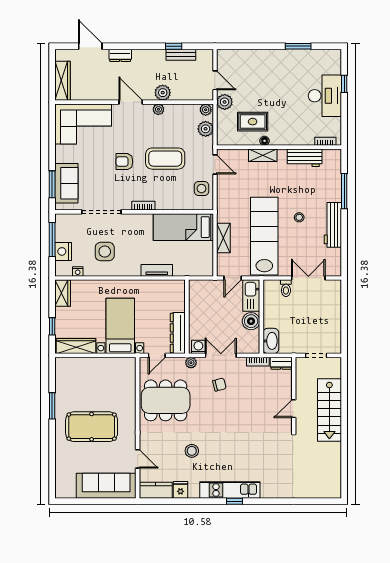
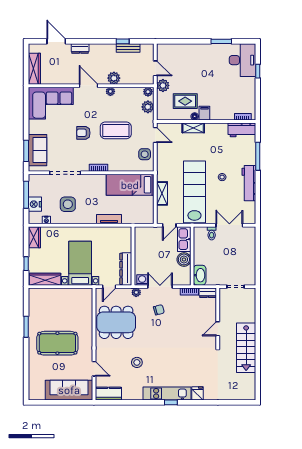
desk: (325, 96) -> (242, 60), moved
filing cabinet: (277, 137) -> (204, 113), added
workbench: (305, 158) -> (242, 130), moved
stairs: (329, 410) -> (246, 348), moved
fridge: (180, 490) -> (198, 393), moved

